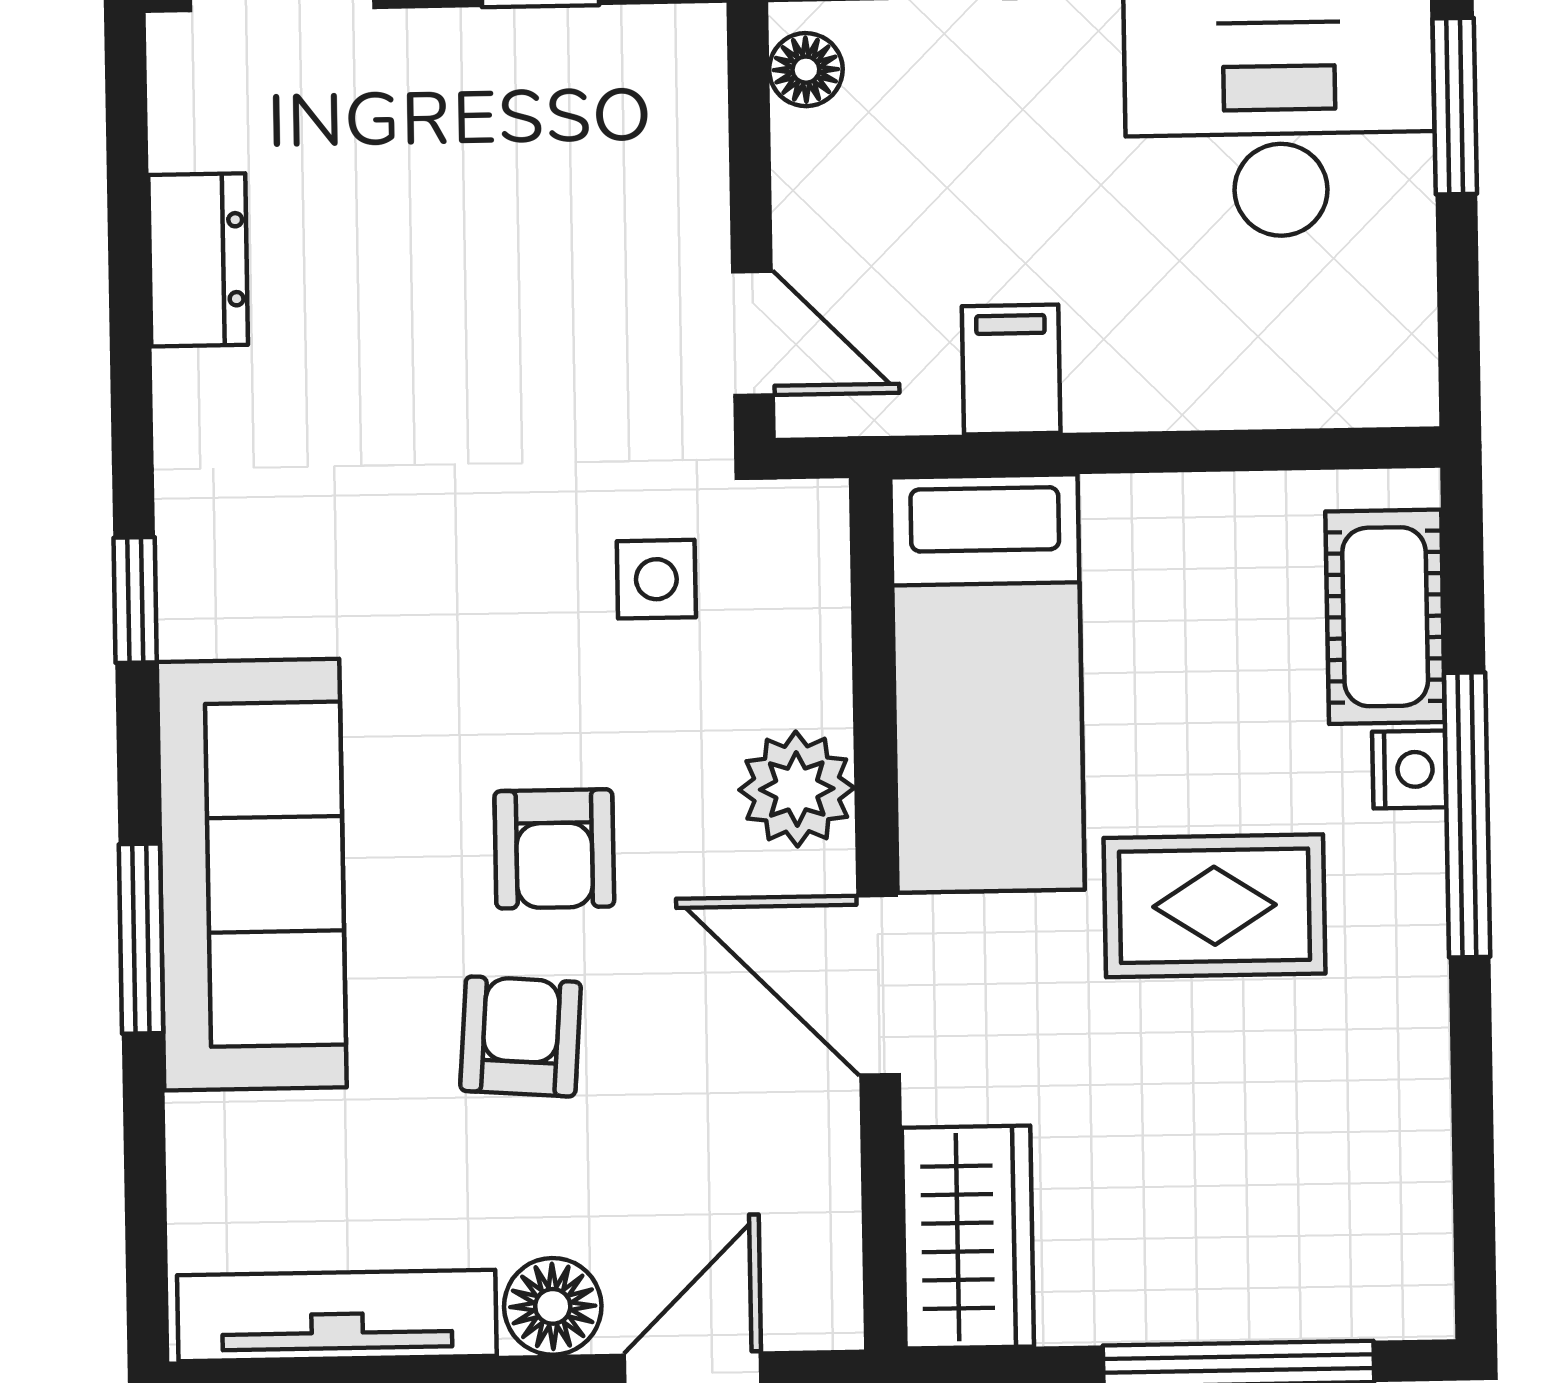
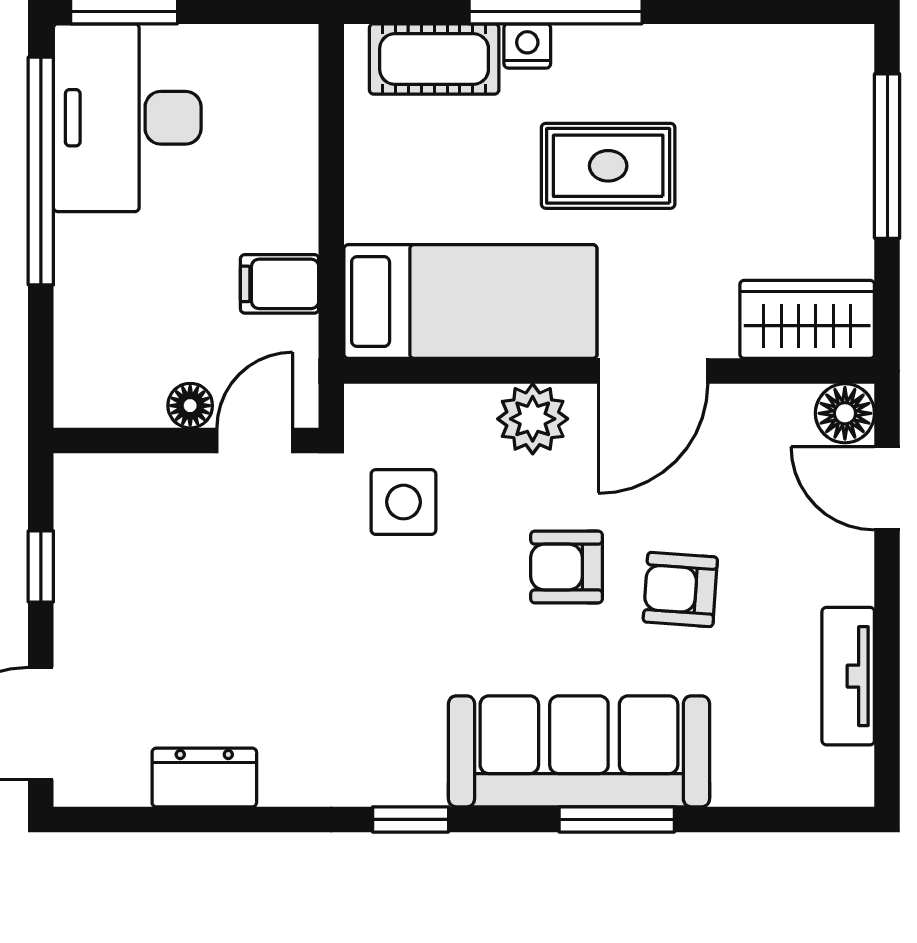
floor lamp: (806, 70) -> (190, 406), moved
side table: (656, 579) -> (403, 502), width x1.37, depth x1.37
armchair: (554, 849) -> (567, 567), turned 180
rug: (1215, 906) -> (608, 166), turned 90
floor lamp: (553, 1306) -> (845, 413), moved
tv unit: (337, 1316) -> (848, 676), width x0.71

